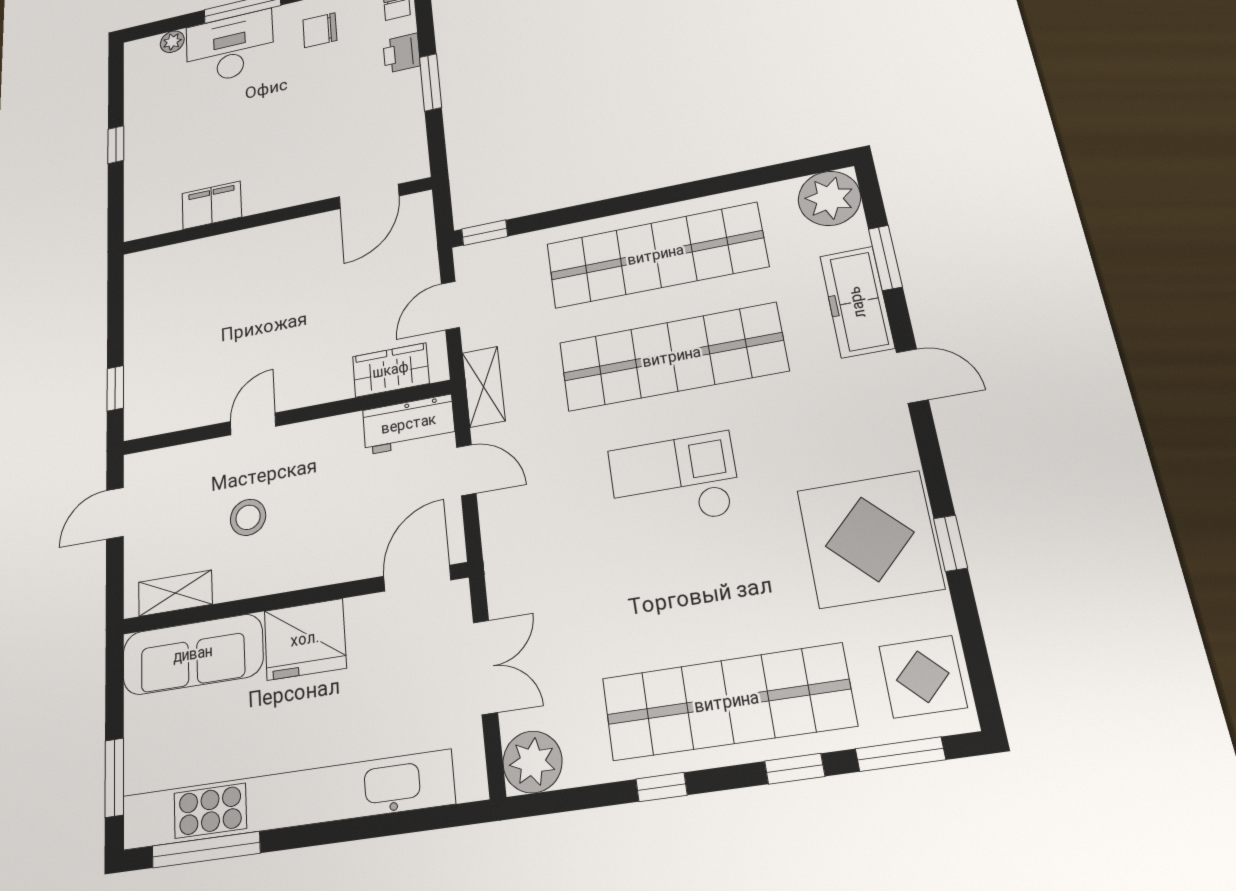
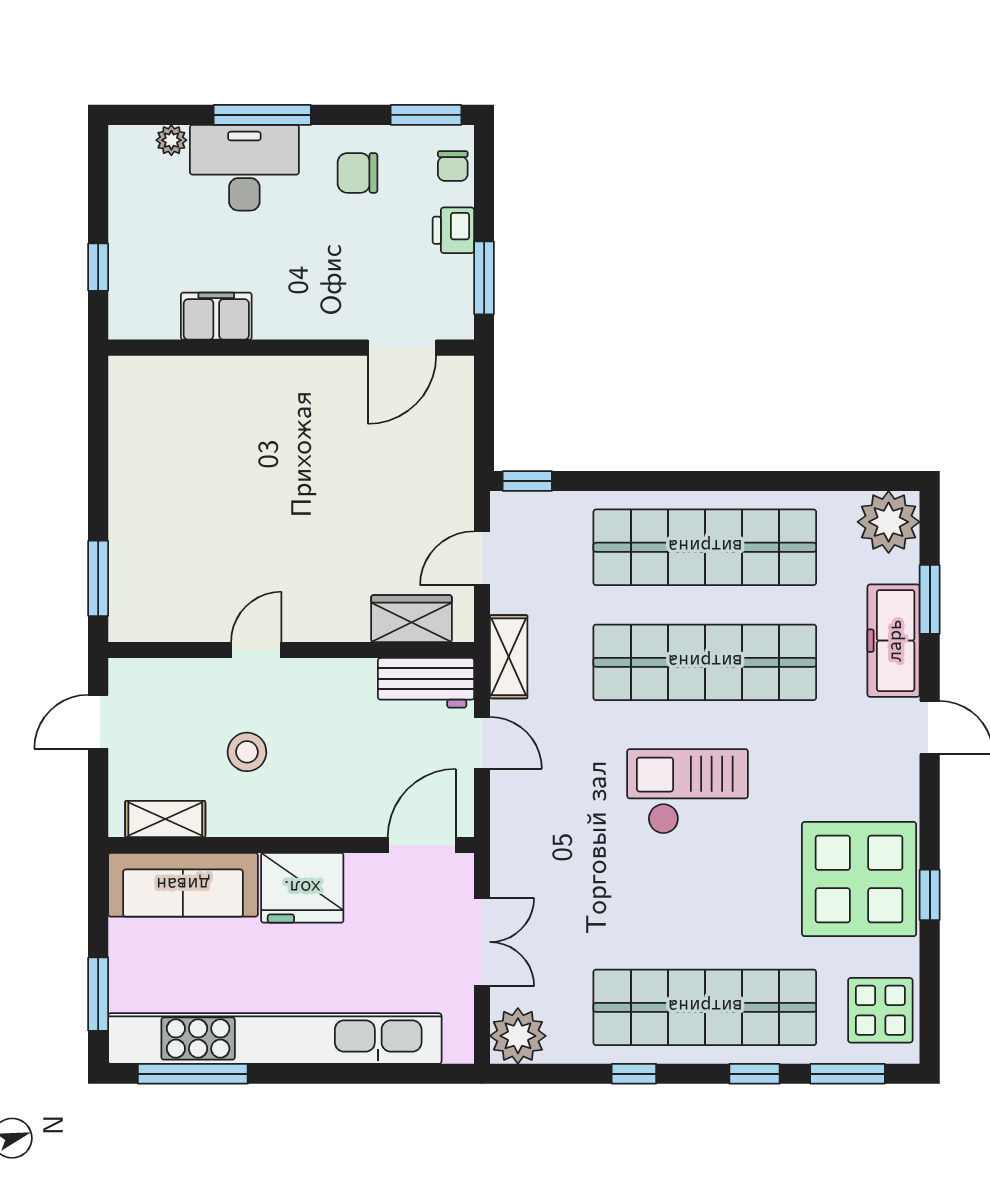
door: (369, 196) -> (402, 348), moved
filing cabinet: (212, 205) -> (216, 316), moved
wall: (275, 216) -> (291, 348), moved
window: (115, 388) -> (98, 578), width x1.50

